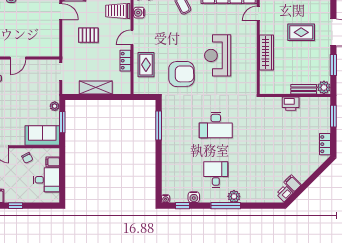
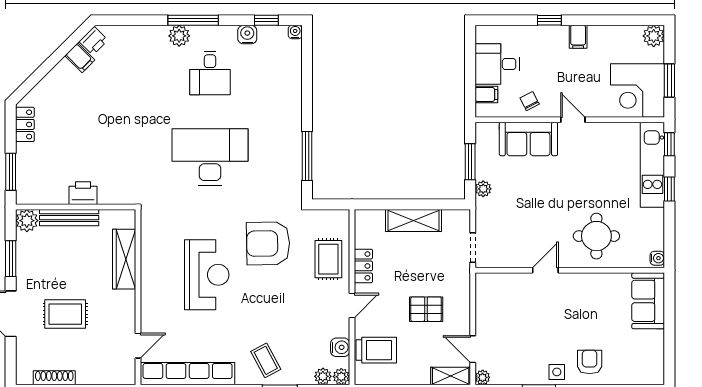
wardrobe: (266, 52) -> (124, 259), moved
bench: (304, 89) -> (69, 218), width x1.36
desk: (216, 125) -> (210, 157), width x1.36, depth x1.30
sofa: (42, 136) -> (528, 139), moved

